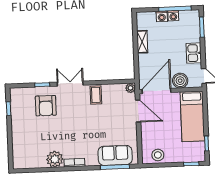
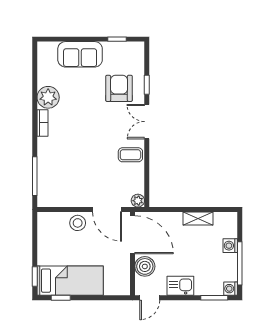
washing machine: (173, 16) -> (231, 289), moved
double door: (70, 84) -> (147, 122), swing flipped
armchair: (46, 106) -> (119, 88), turned 90
door: (138, 111) -> (107, 209), hinge flipped
bed: (192, 116) -> (70, 281), moved, turned 180
sofa: (115, 155) -> (80, 54), moved, turned 90
stool: (158, 155) -> (78, 223), moved

